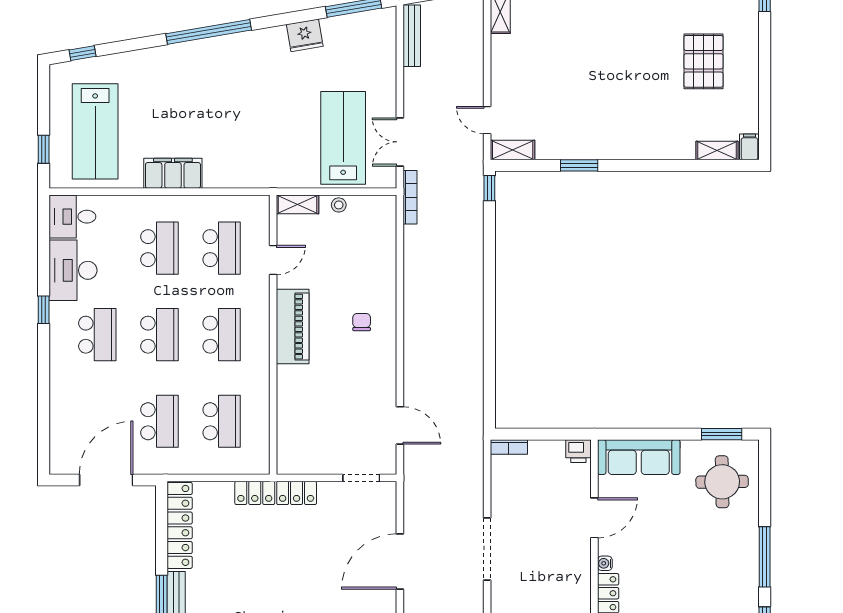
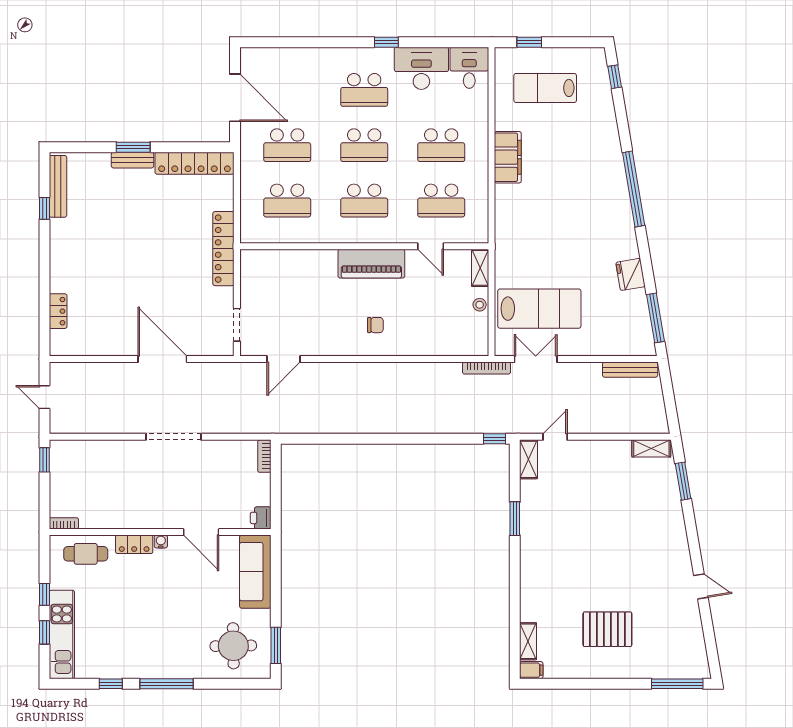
lab bench: (95, 131) -> (545, 88), width x0.73, depth x0.72

